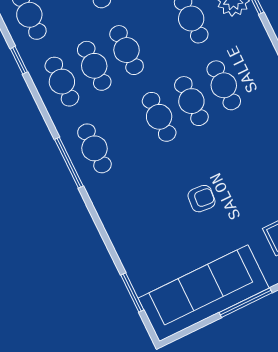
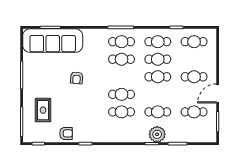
cafe table: (159, 117) -> (122, 59), moved
sofa: (204, 293) -> (53, 41), moved, turned 90

